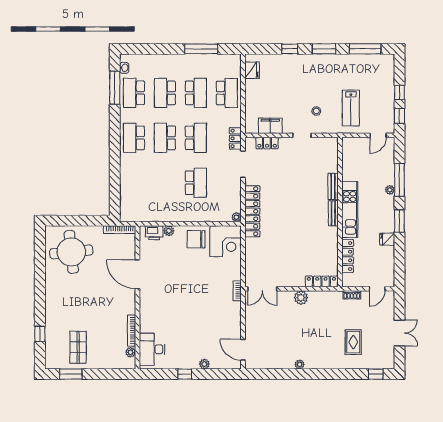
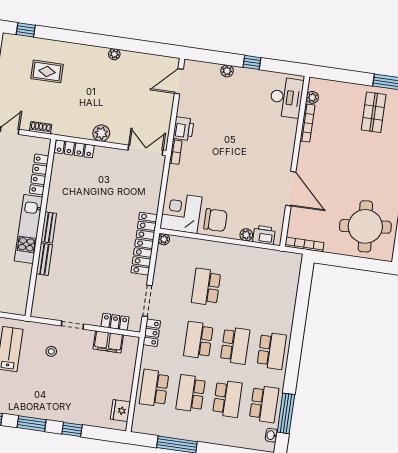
printer: (233, 311) -> (183, 129), added
rug: (353, 342) -> (47, 71), turned 90
door: (243, 350) -> (179, 81), swing flipped

